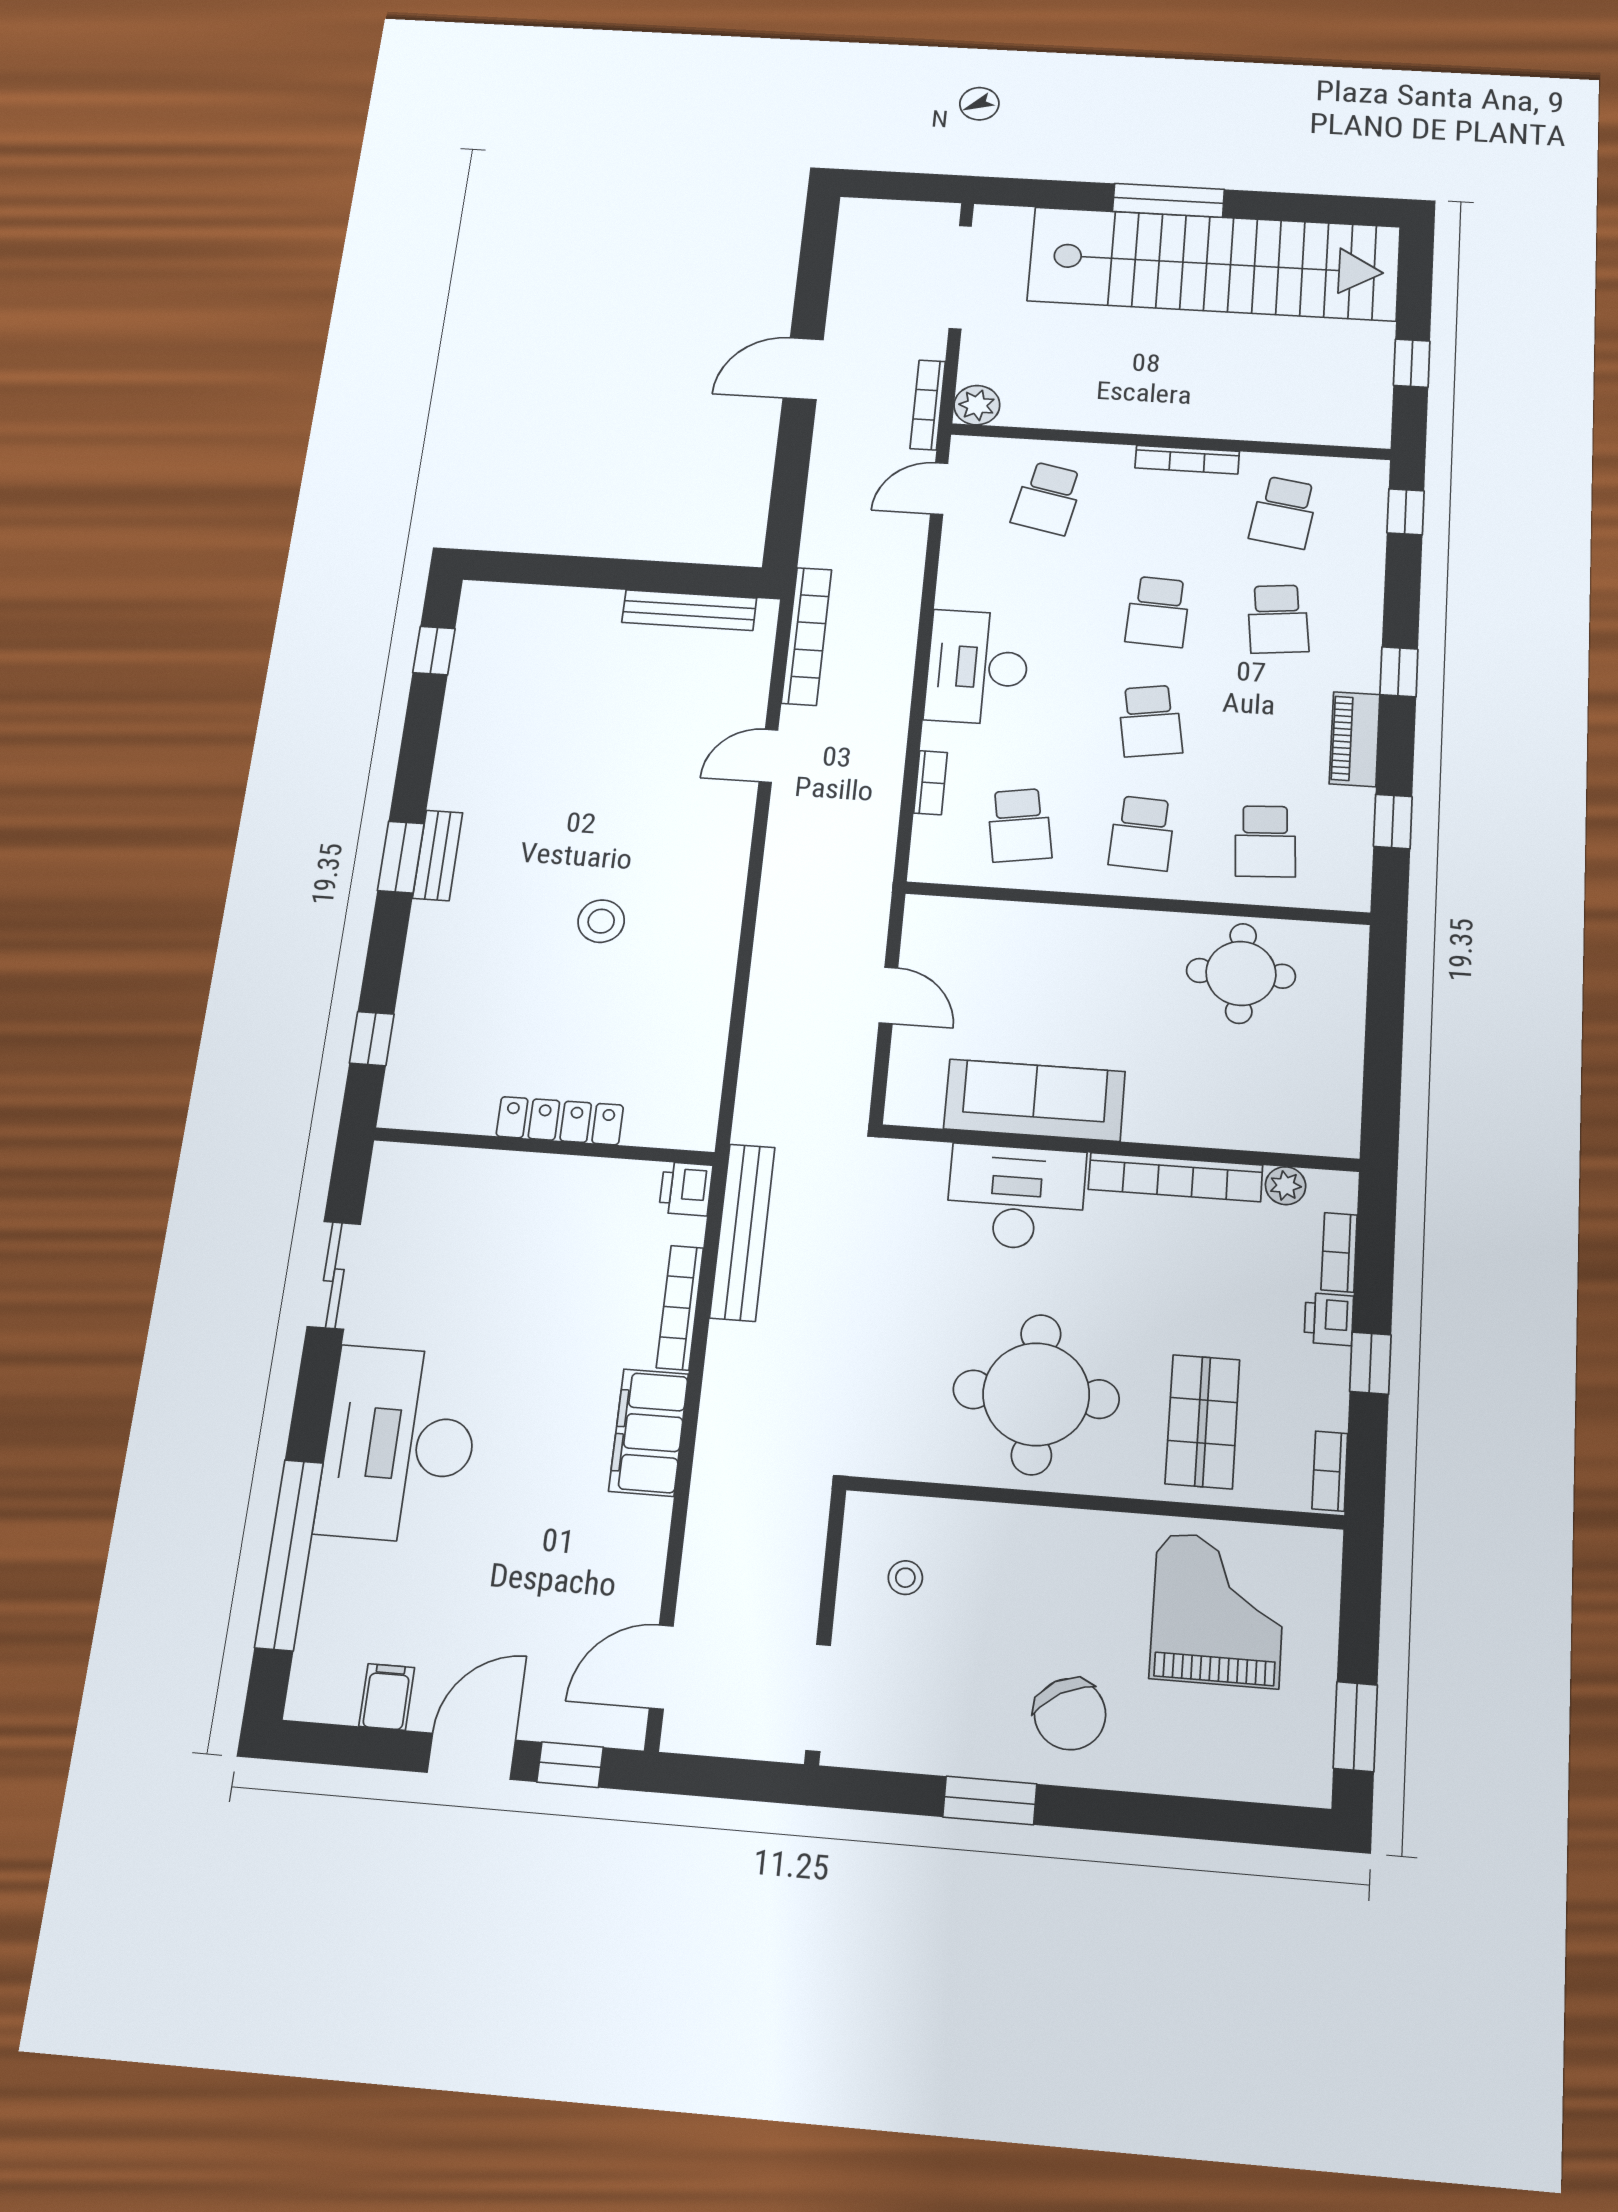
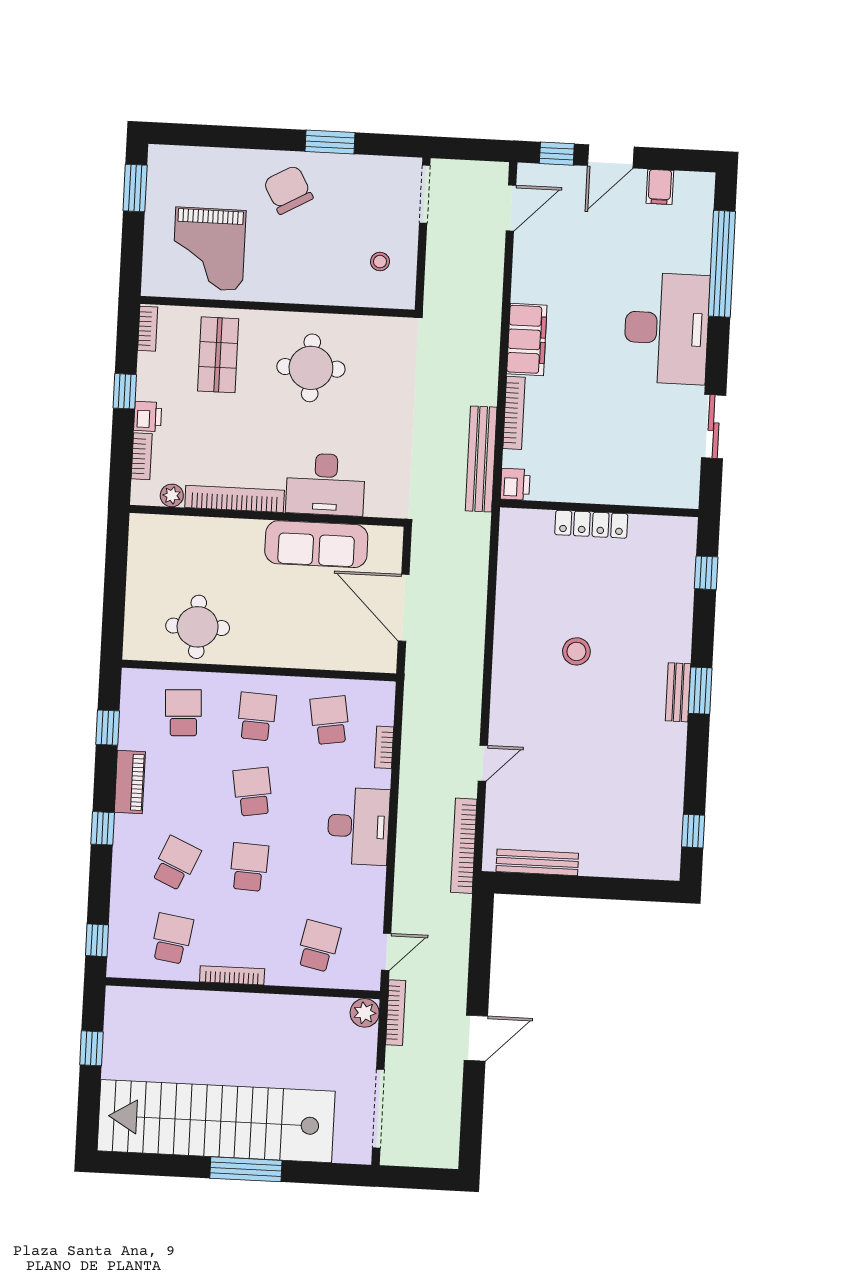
school desk: (1278, 619) -> (176, 863), turned 30
door: (888, 995) -> (404, 608), width x1.87
round table: (1036, 1394) -> (311, 368), width x0.73, depth x0.73

